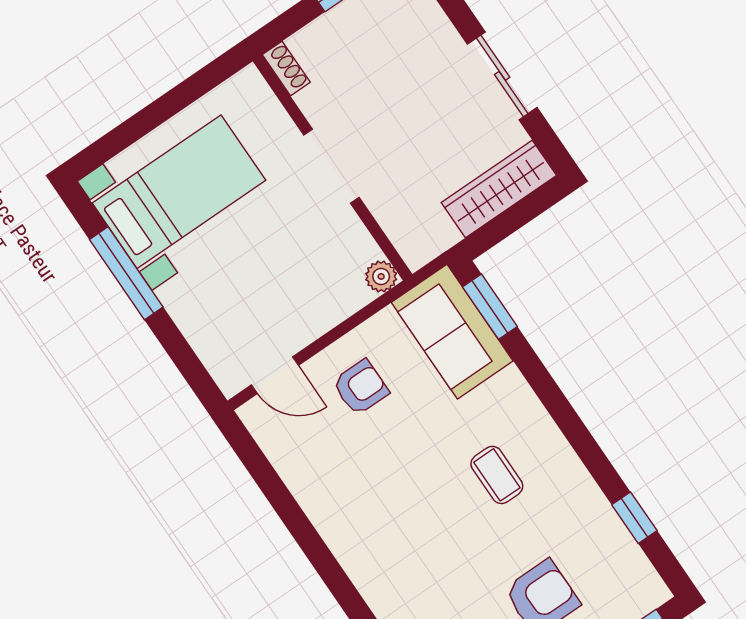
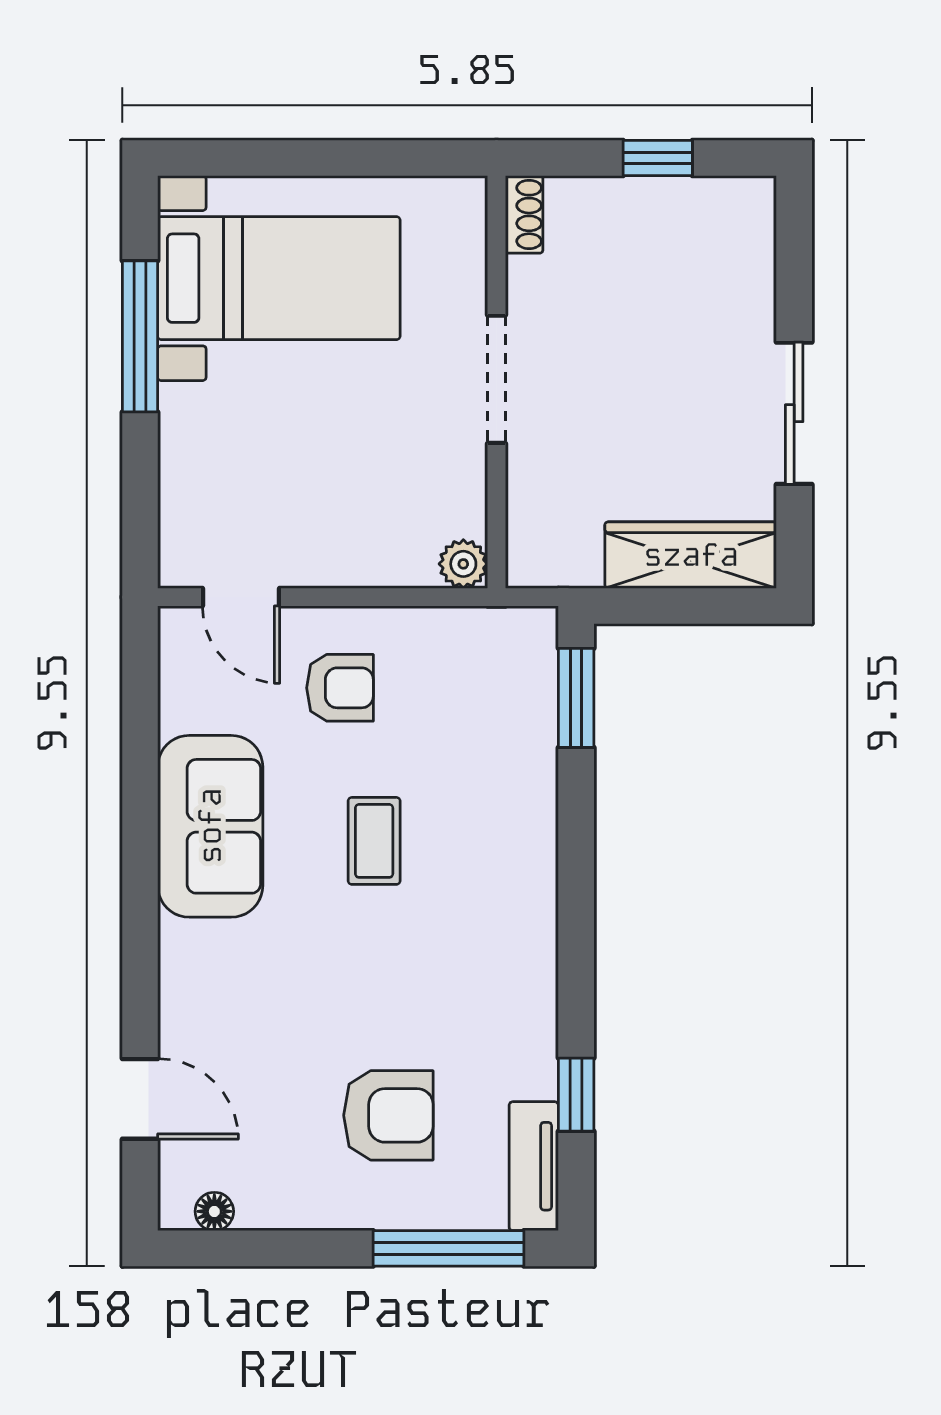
sofa: (452, 332) -> (210, 826), moved, turned 180
coffee table: (497, 475) -> (374, 841), moved
tv unit: (638, 571) -> (534, 1166), added

